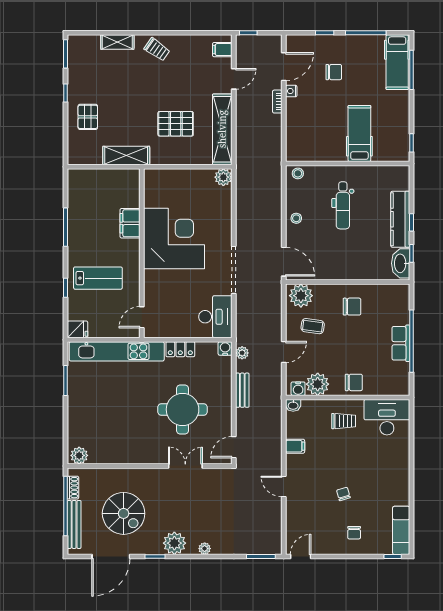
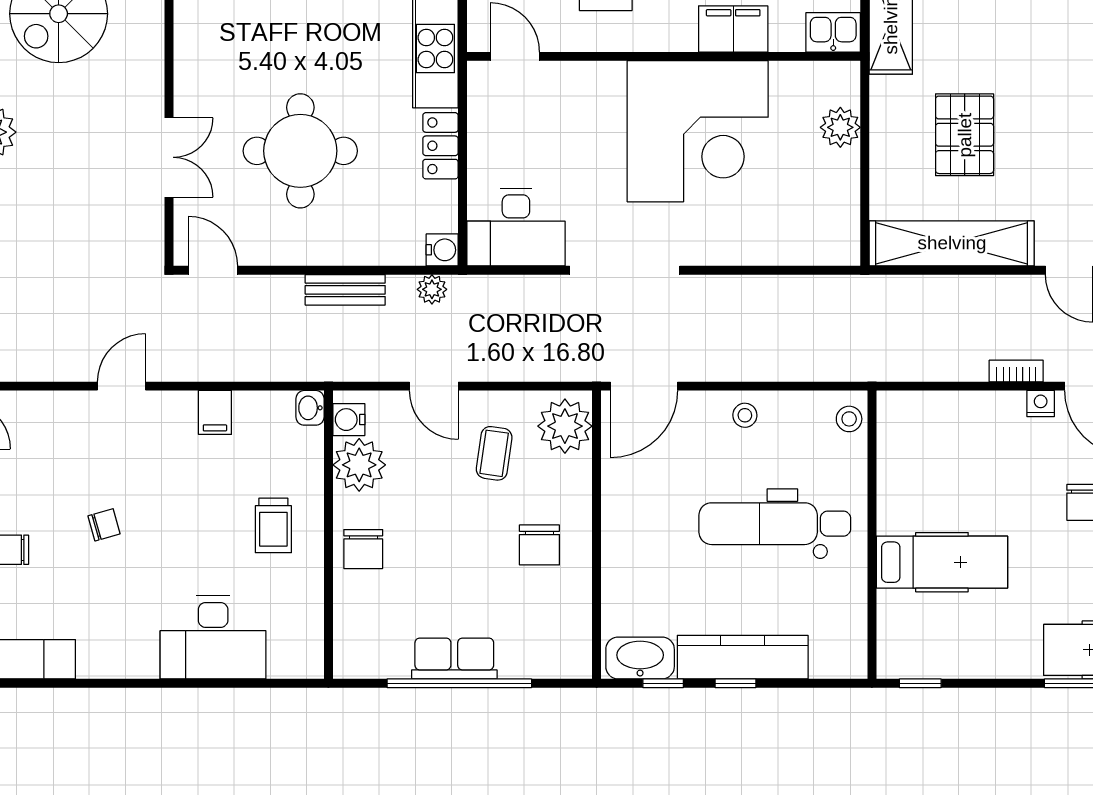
plant: (223, 177) -> (840, 127), moved
kitchen sink: (132, 180) -> (833, 32), added
dental chair: (343, 205) -> (775, 524), width x1.36, depth x1.38
desk: (387, 417) -> (213, 637), moved, turned 90

